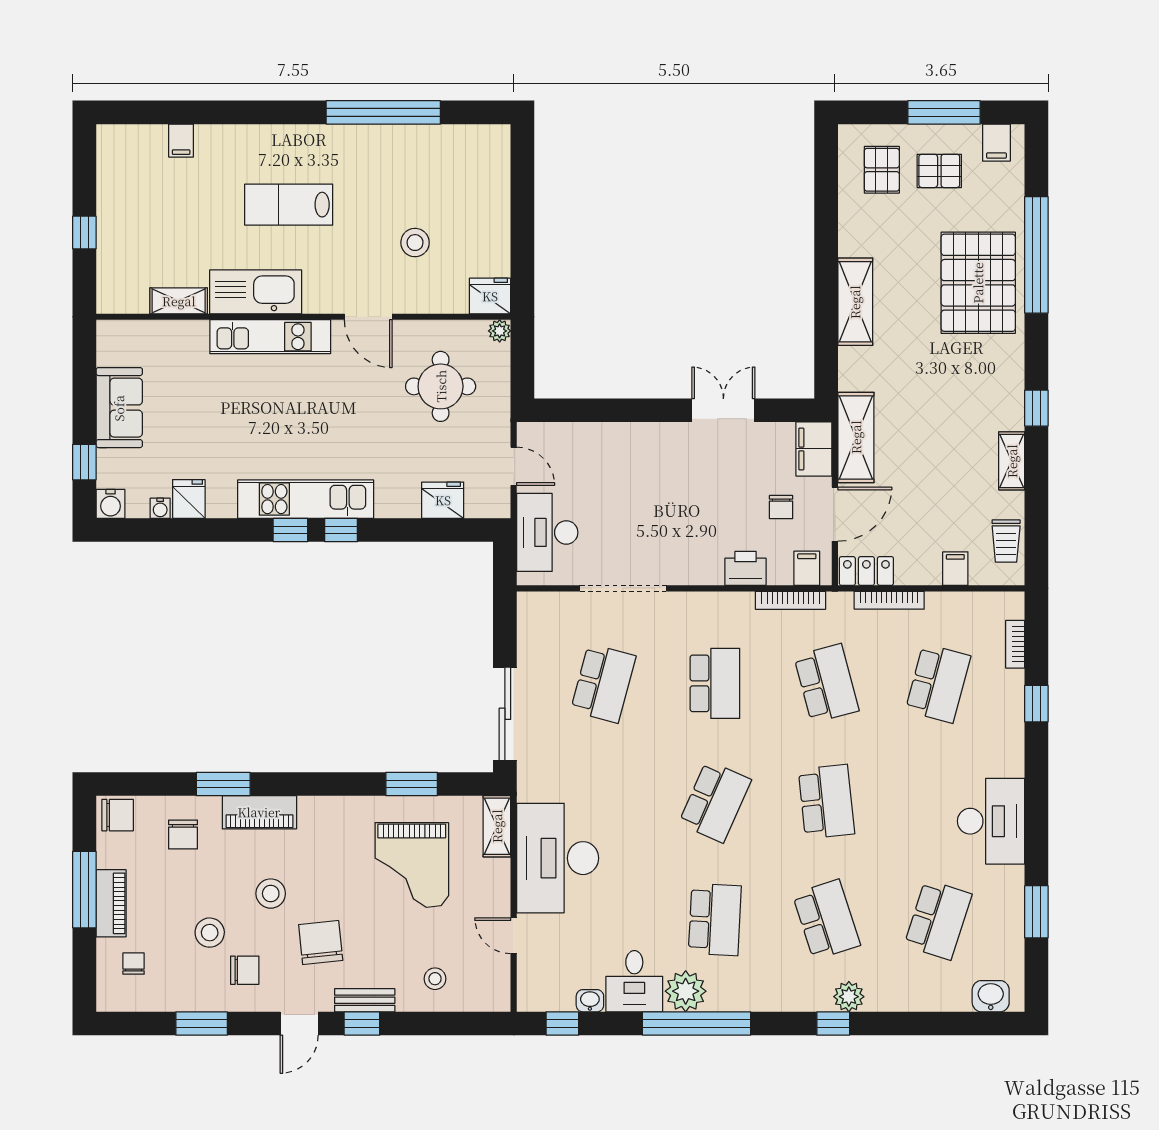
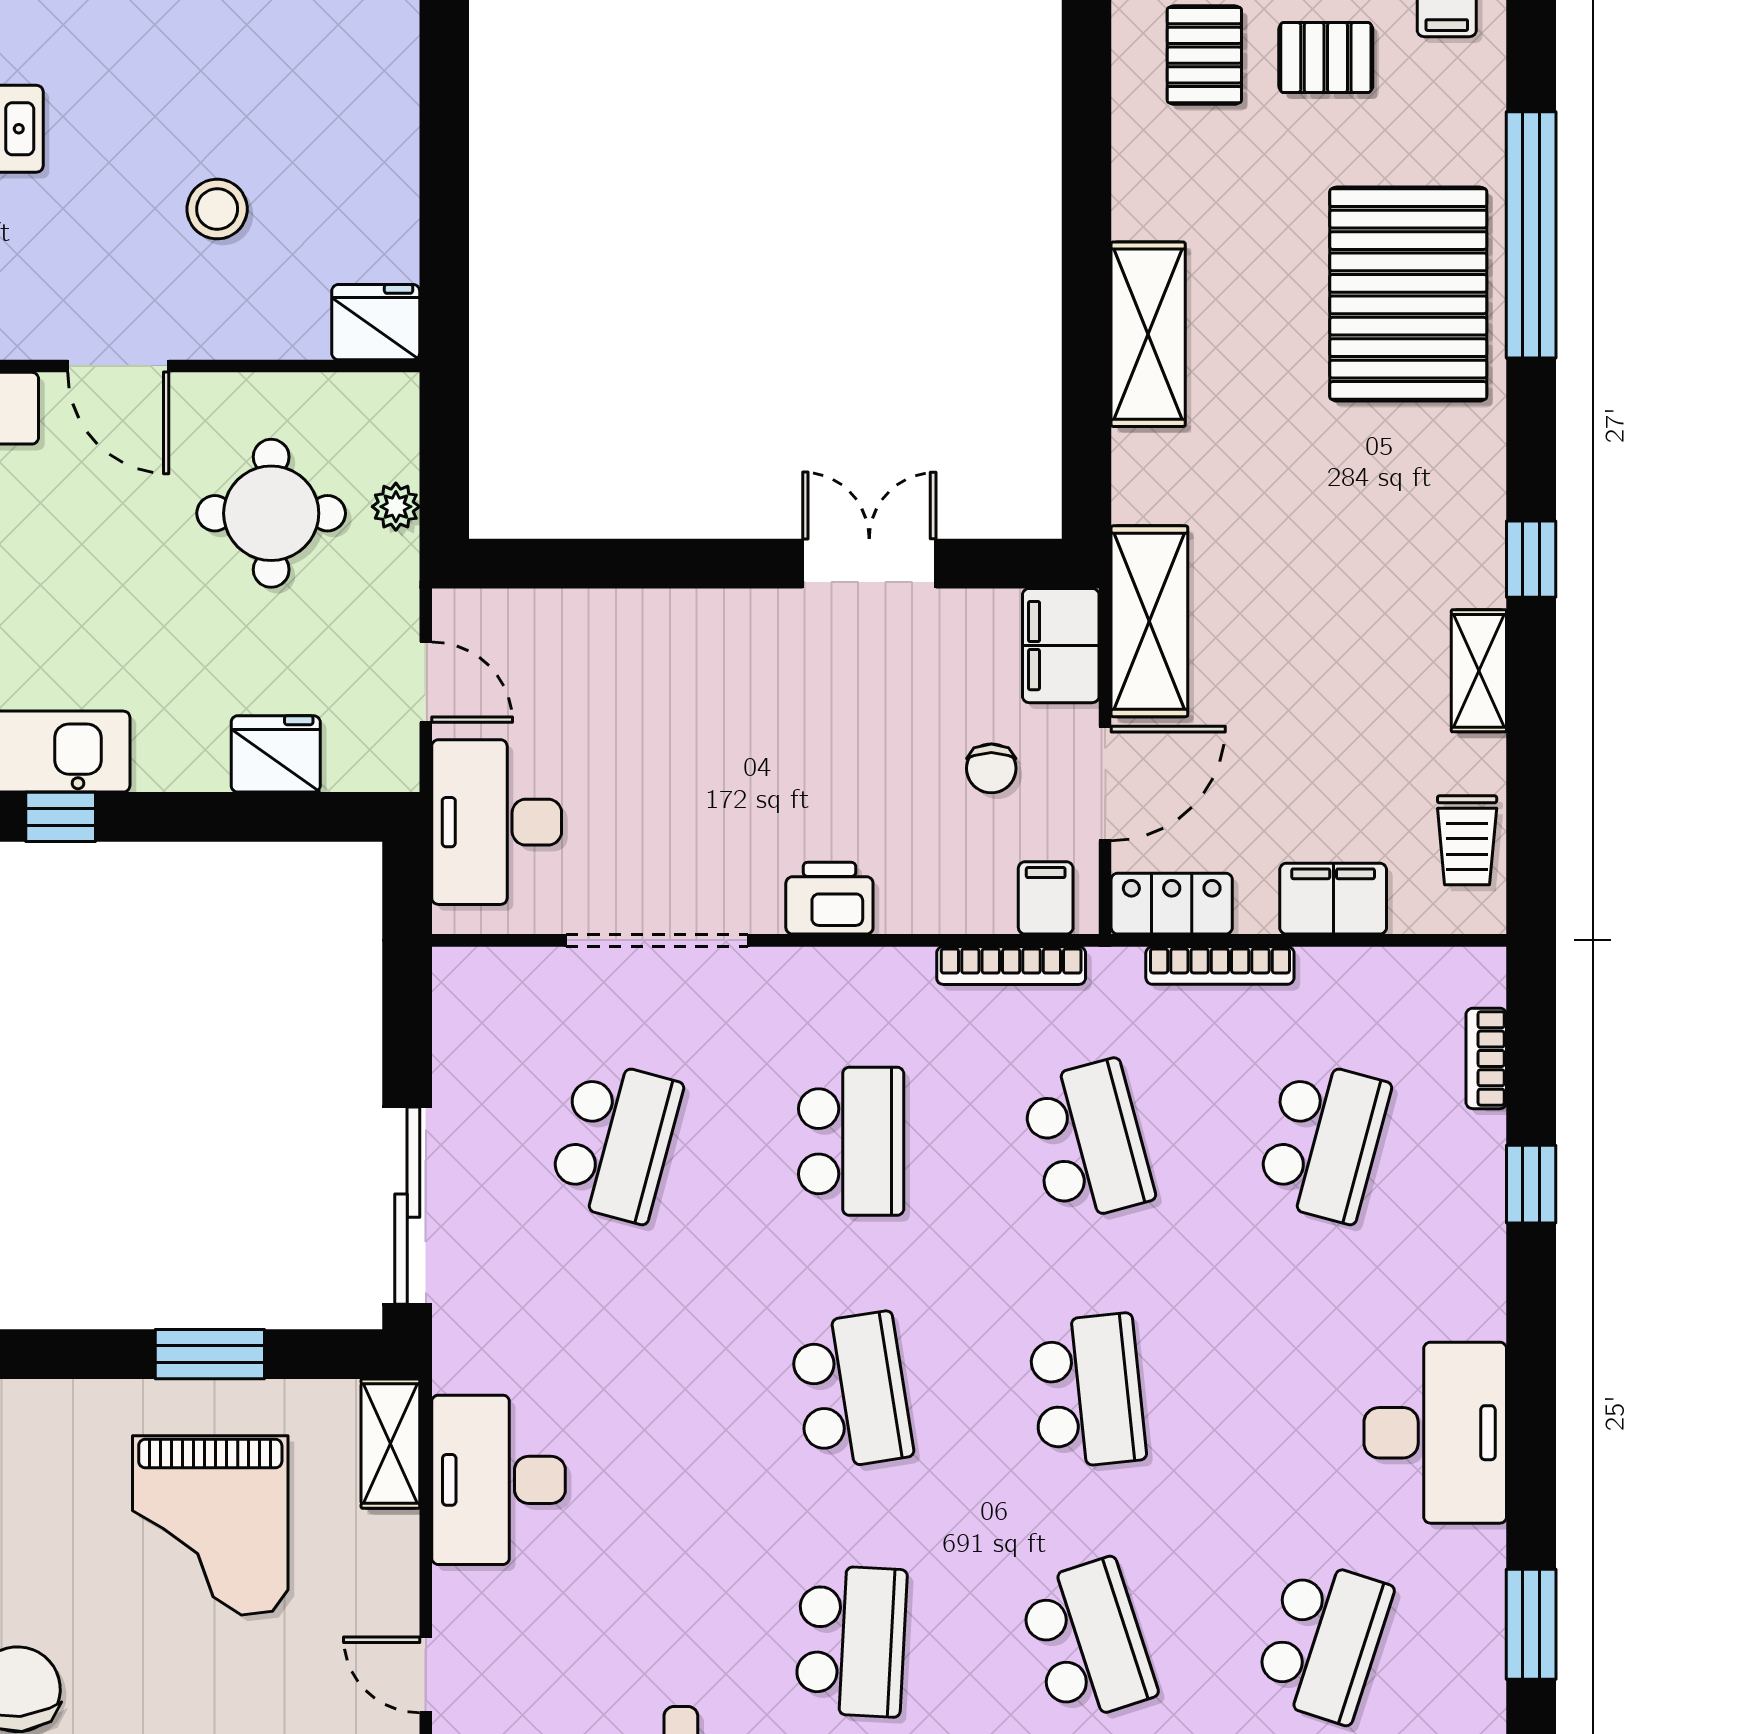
plant: (500, 331) -> (396, 507), moved
printer: (745, 568) -> (829, 898), moved
filing cabinet: (955, 569) -> (1333, 899), width x2.00
school desk: (715, 802) -> (851, 1391), turned -33
desk: (558, 858) -> (499, 1480), width x0.73, depth x0.77

